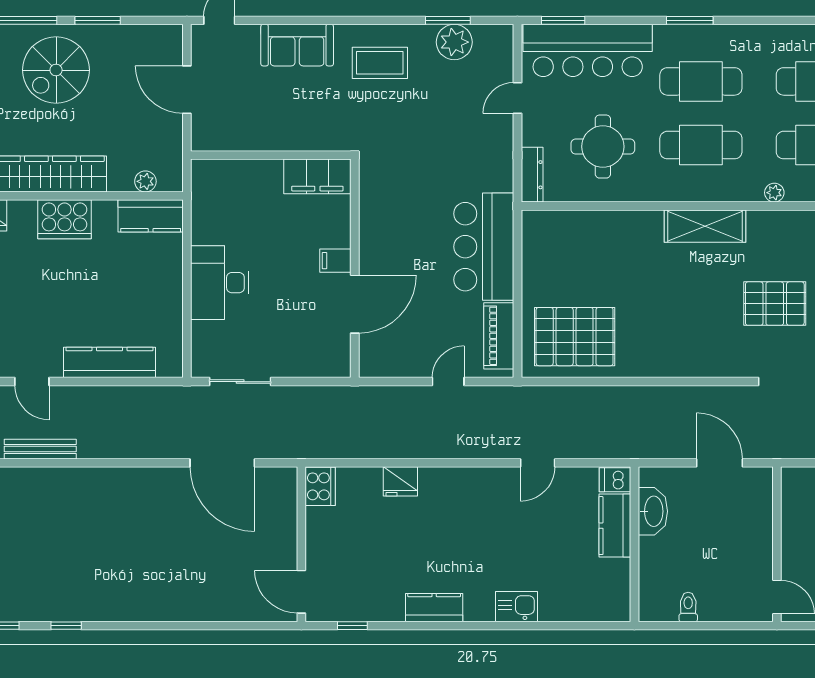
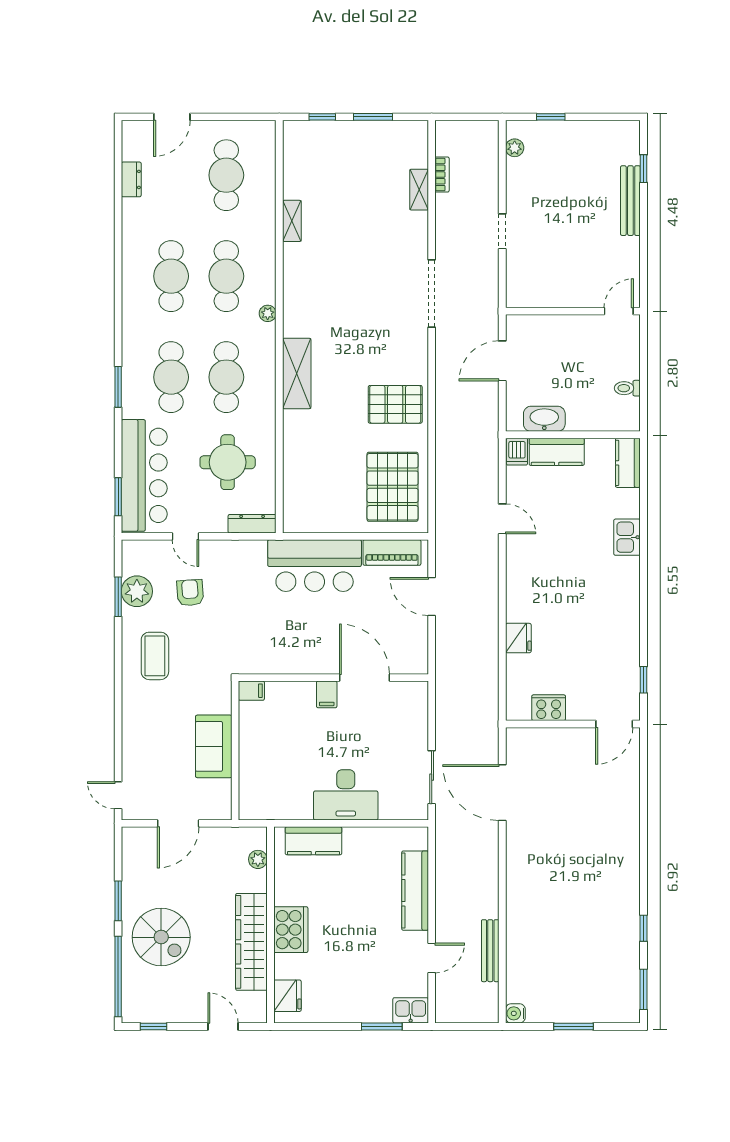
sofa: (297, 45) -> (214, 746), moved, turned 180
armchair: (453, 103) -> (190, 593), added
filing cabinet: (317, 176) -> (251, 691), width x0.33, depth x0.86
kitchen counter: (151, 216) -> (313, 841), moved, turned 90
pallet: (775, 304) -> (395, 404), moved, turned 90
door: (448, 382) -> (432, 597), width x1.37
door: (222, 463) -> (502, 793), swing flipped
cooker: (320, 486) -> (549, 708), moved
kitchen counter: (434, 608) -> (628, 463), moved

